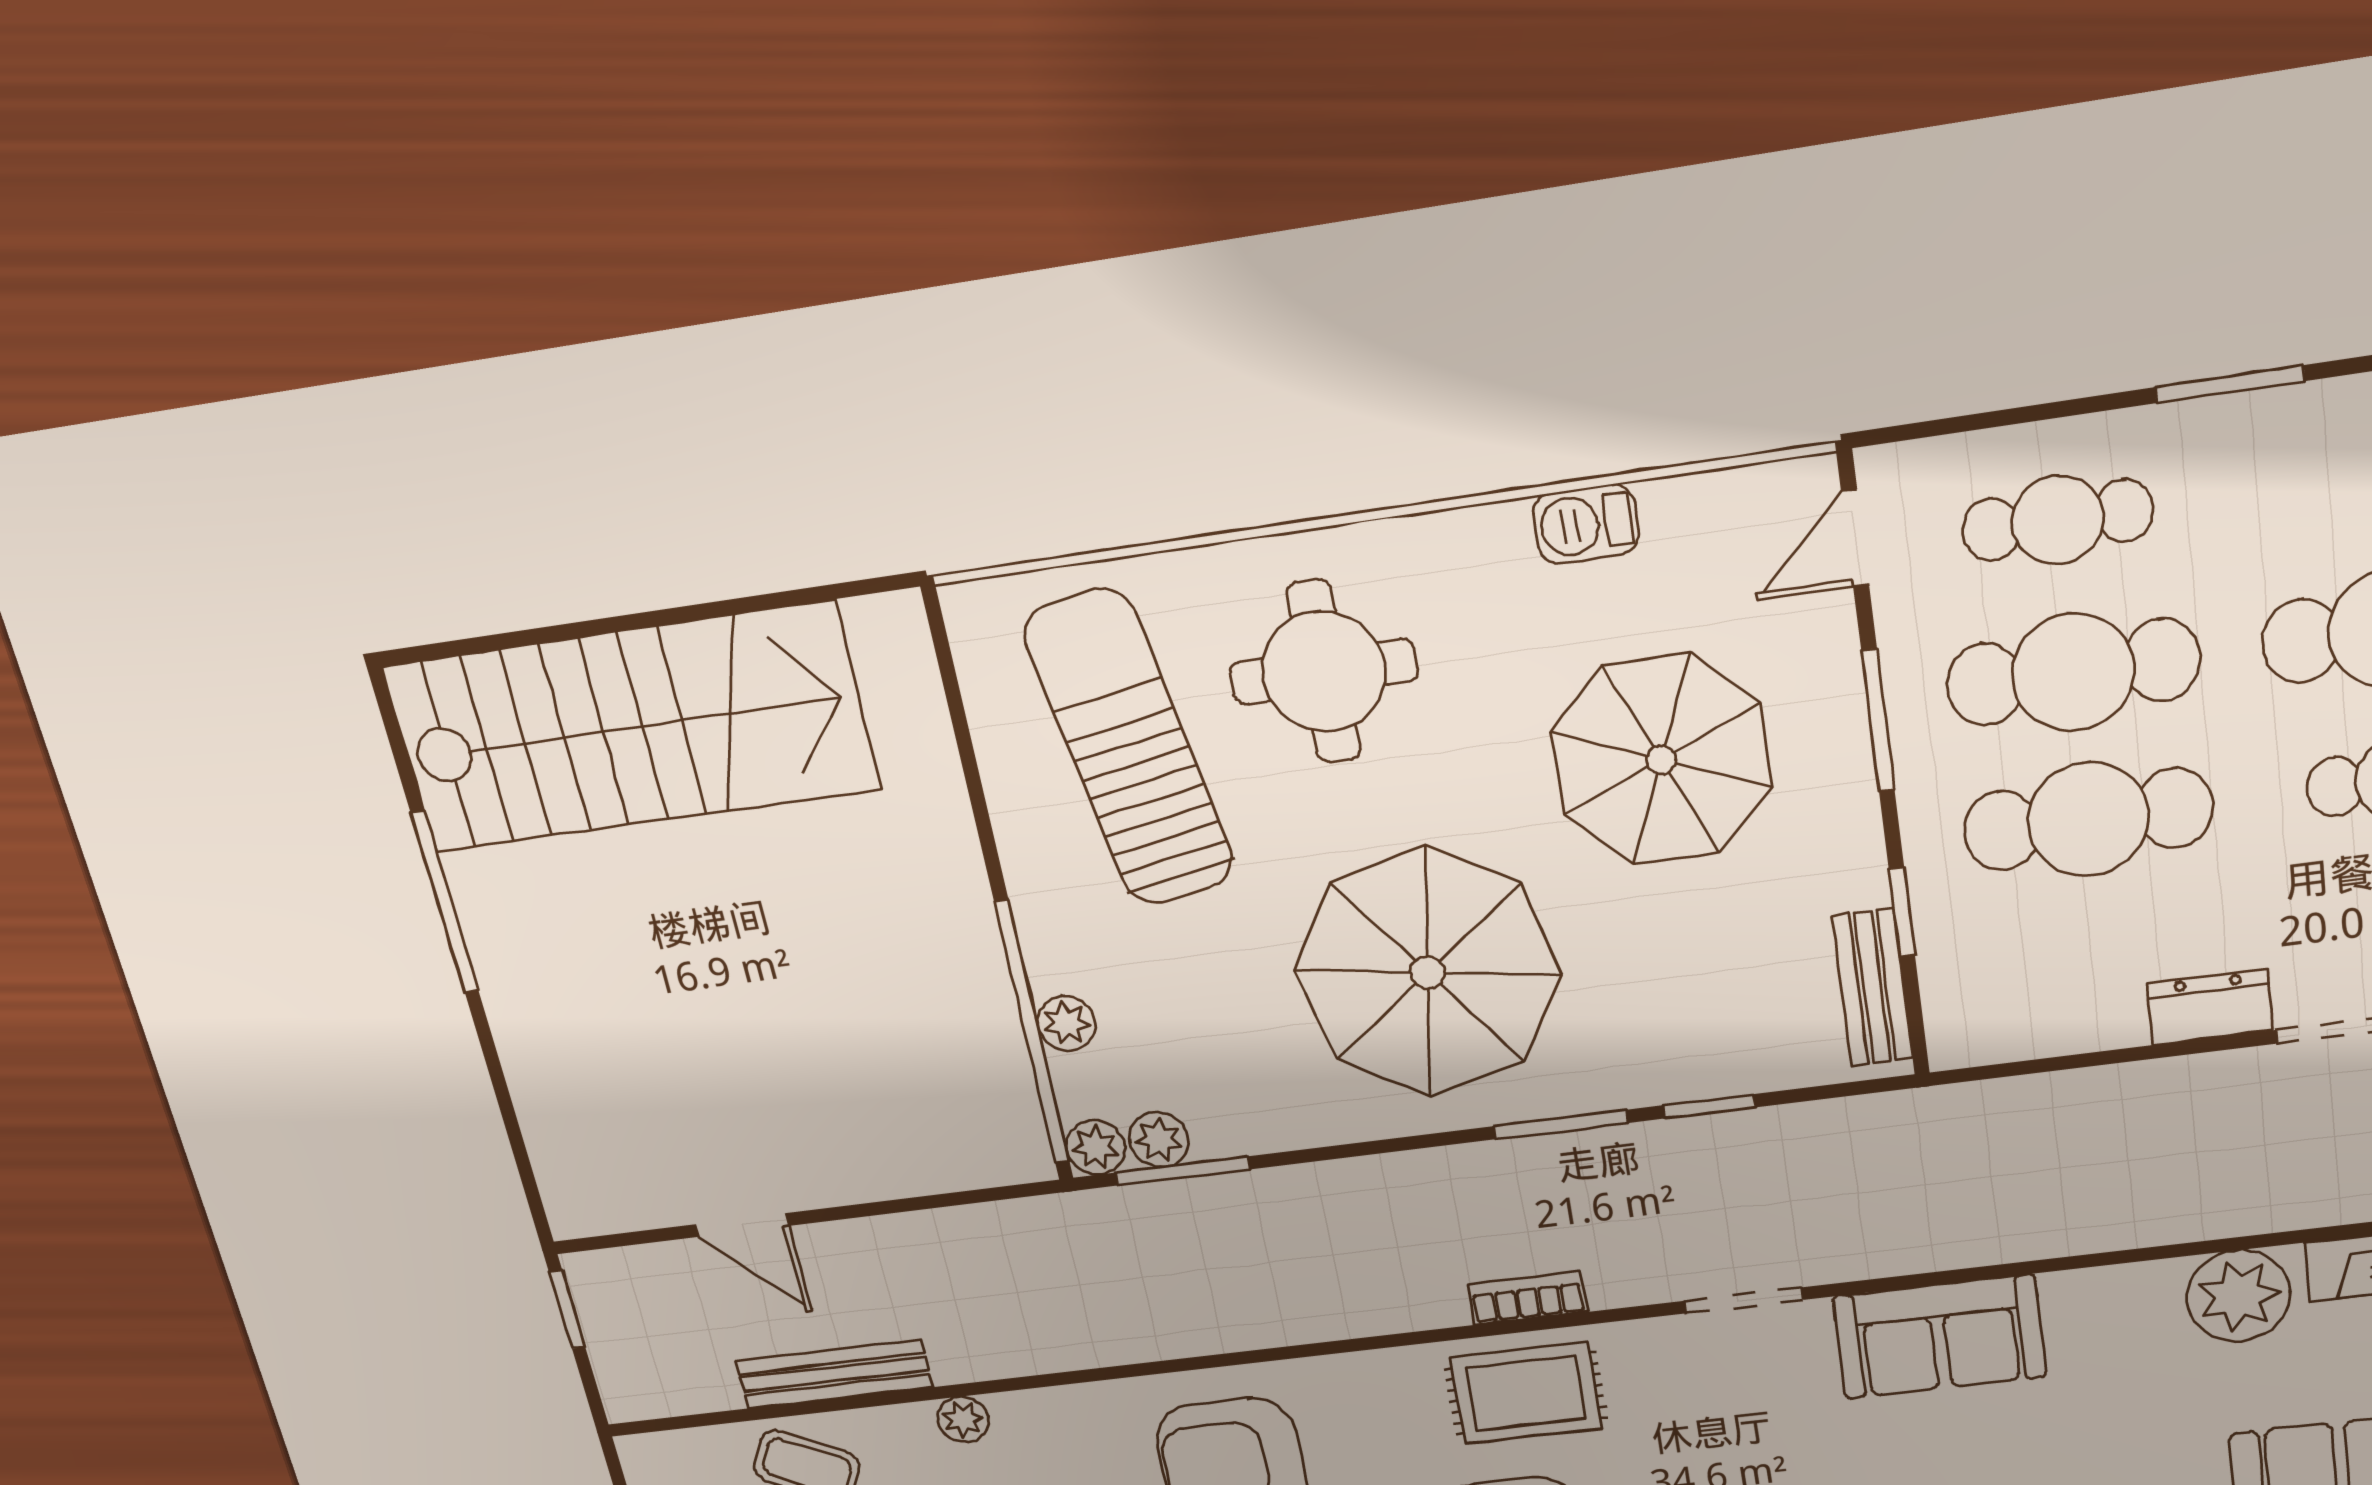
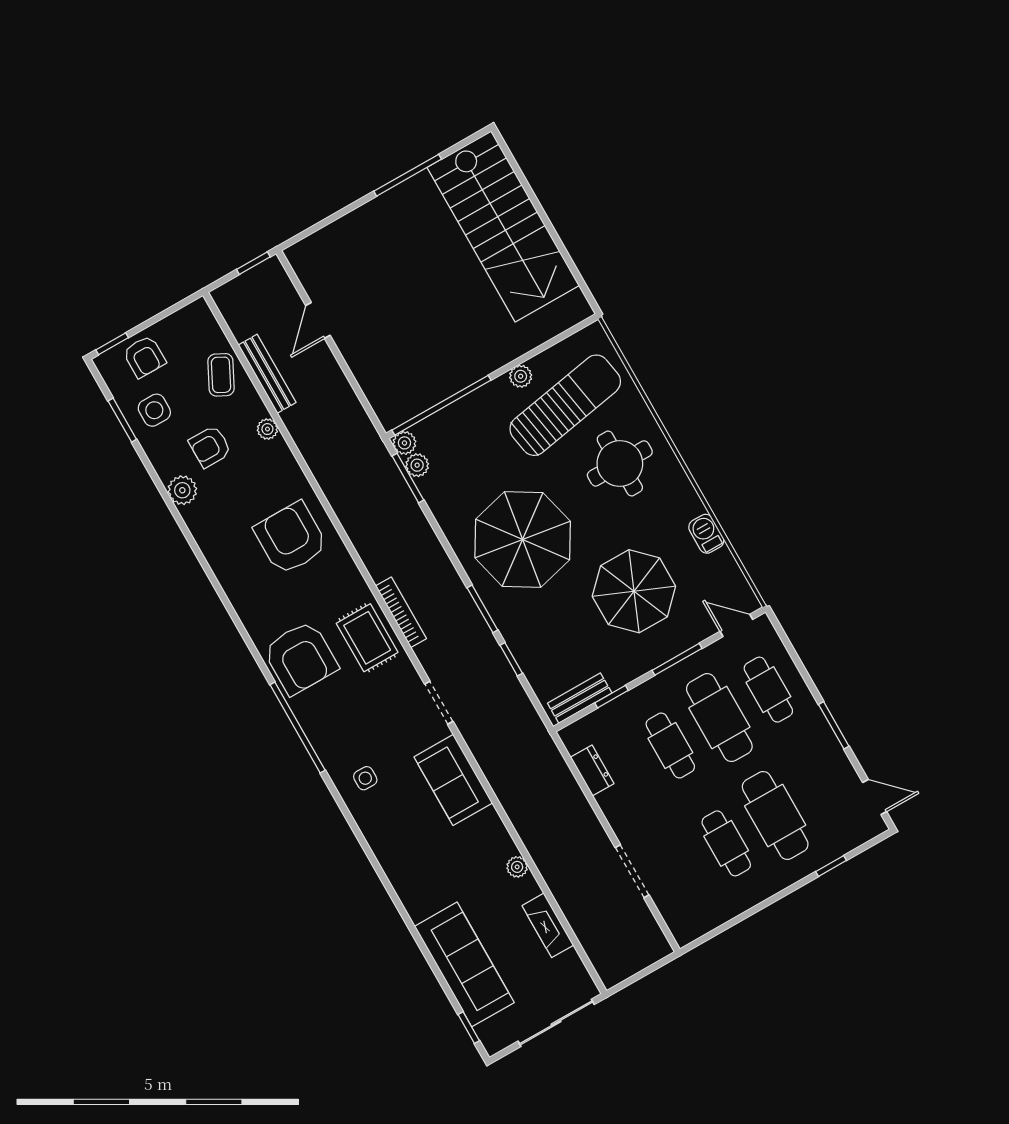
cafe table: (2088, 819) -> (670, 745), width x0.73, depth x0.74
dresser: (2210, 1007) -> (592, 770), moved
plant: (1066, 1023) -> (521, 376), moved
plant: (2238, 1296) -> (517, 867), width x0.53, depth x0.53
bookcase: (1528, 1298) -> (401, 612), width x1.56

